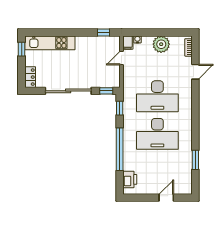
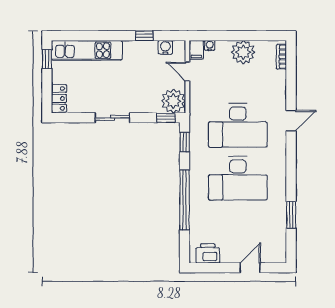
window: (104, 33) -> (144, 36), moved
water cooler: (106, 41) -> (165, 47), added
door: (121, 58) -> (187, 72), hinge flipped
door: (195, 72) -> (291, 121), moved
plant: (112, 79) -> (173, 101), added
sliding door: (68, 91) -> (112, 118), width x0.54
printer: (130, 179) -> (208, 253), moved, turned -90

